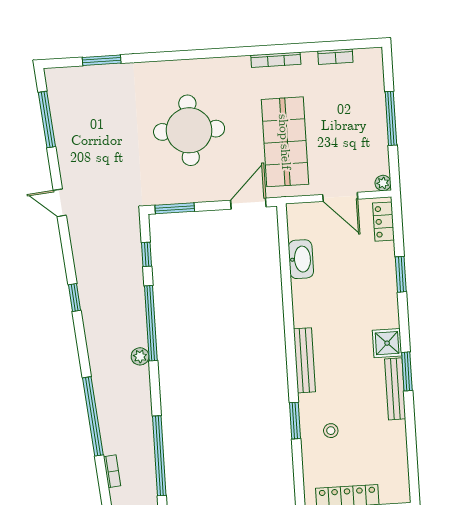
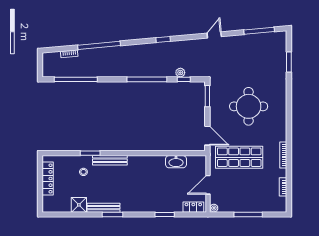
shower: (387, 343) -> (79, 205), moved
plant: (140, 356) -> (180, 73), moved
bench: (304, 360) -> (110, 160), moved

